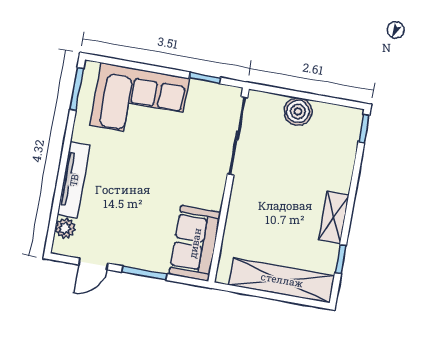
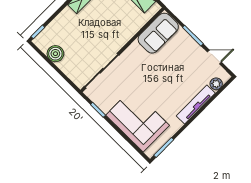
boiler: (298, 111) -> (55, 54), moved

